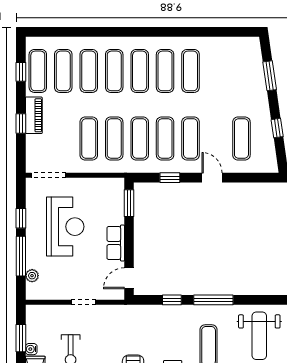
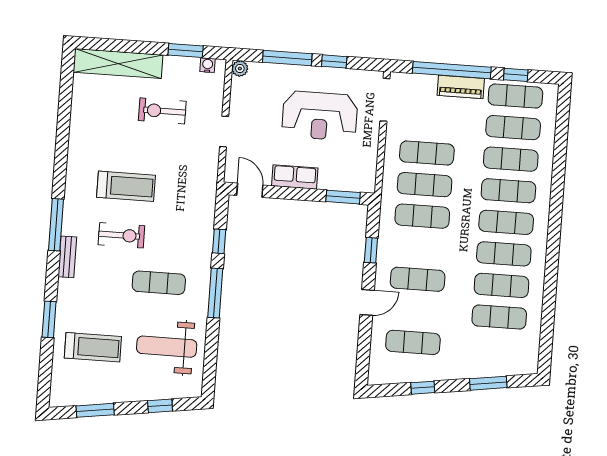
window: (21, 123) -> (452, 70), width x3.17
exercise mat: (165, 139) -> (499, 317), moved
plant: (32, 276) -> (240, 69), moved
water cooler: (31, 349) -> (208, 65), moved

